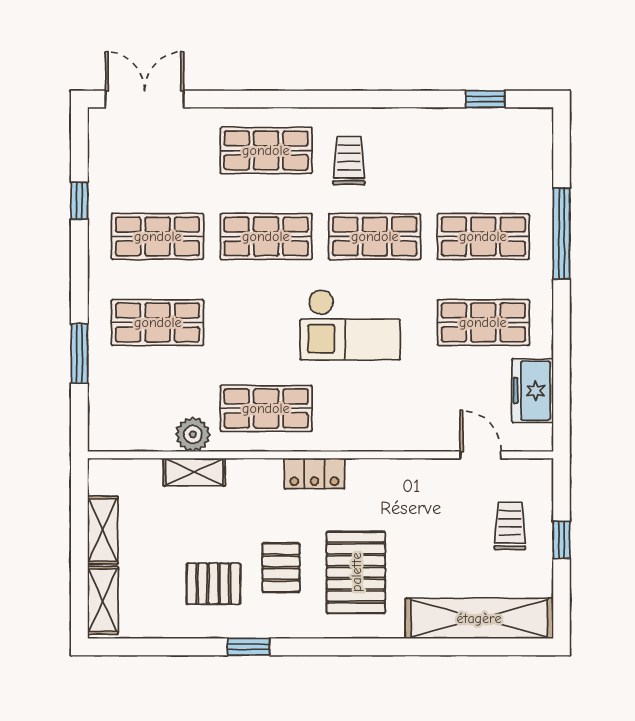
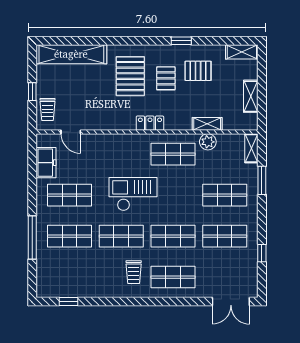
shelving: (101, 421) -> (251, 148), added
trolley: (510, 526) -> (48, 109), moved
shelving: (103, 600) -> (242, 52), moved, turned 90

